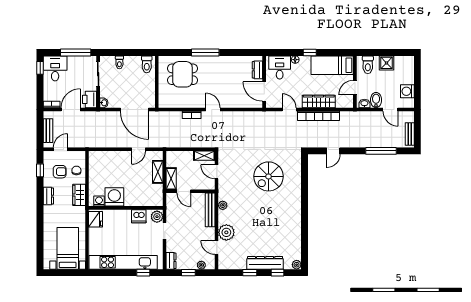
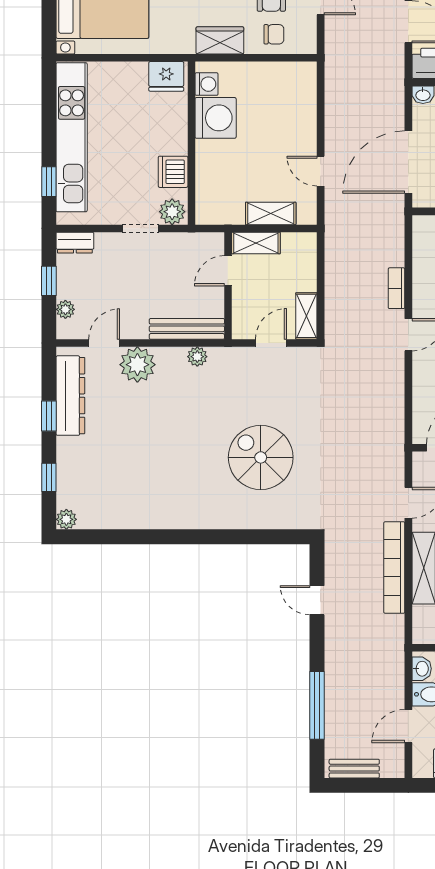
dresser: (265, 263) -> (70, 396), moved

